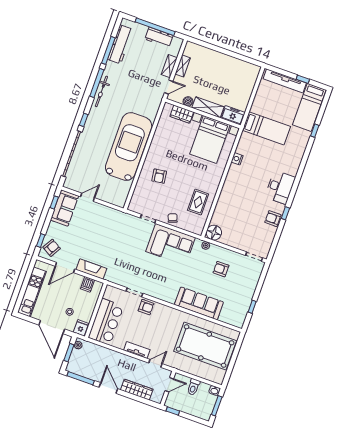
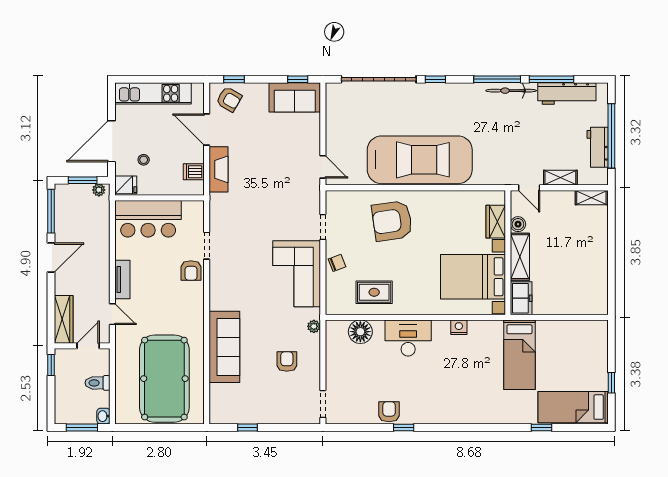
shelving: (183, 66) -> (591, 198), moved
tv unit: (285, 81) -> (600, 357), removed
bicycle: (101, 91) -> (511, 91), moved
armchair: (159, 176) -> (392, 221), width x1.88, depth x1.88
desk: (280, 187) -> (408, 338), moved, turned 180
door: (87, 197) -> (323, 167), moved
floor lamp: (214, 233) -> (360, 332), moved
door: (169, 385) -> (88, 346), swing flipped
wardrobe: (137, 390) -> (64, 319), moved

